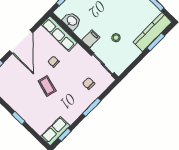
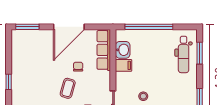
filing cabinet: (91, 39) -> (124, 65), moved
coffee table: (47, 86) -> (68, 88), moved

